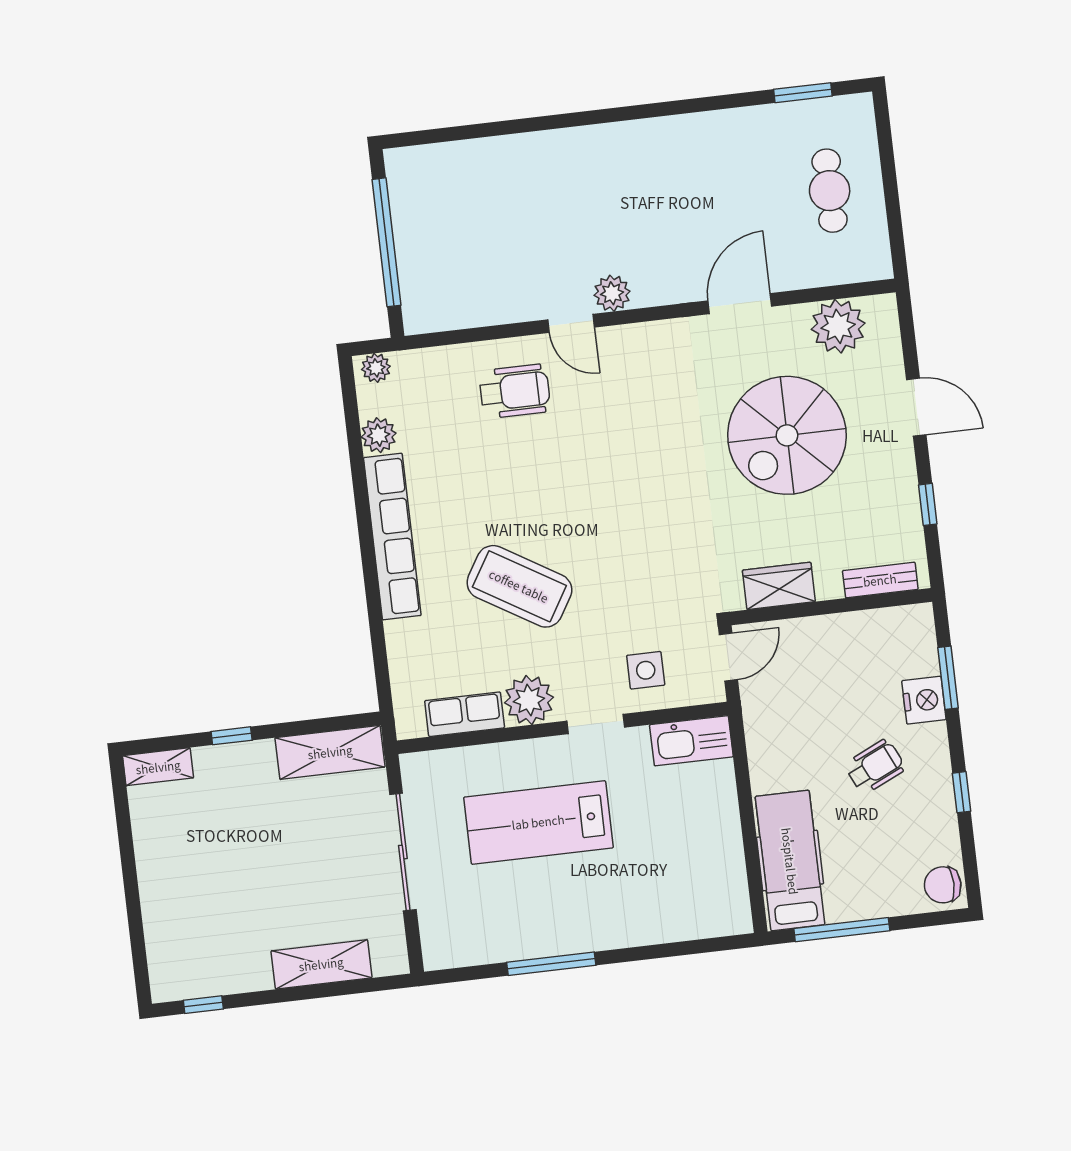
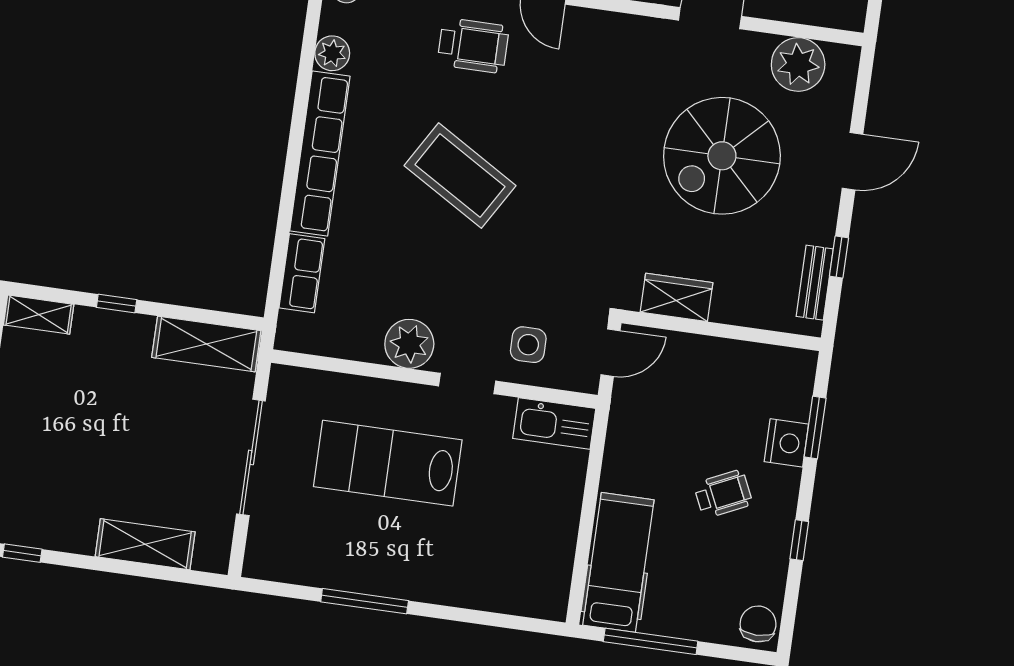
door: (916, 407) -> (852, 161), hinge flipped
bench: (880, 580) -> (815, 283), moved, turned 90
coffee table: (519, 586) -> (460, 176), moved
row of seats: (465, 714) -> (302, 273), moved, turned 90
chair: (943, 885) -> (758, 624), turned 90

